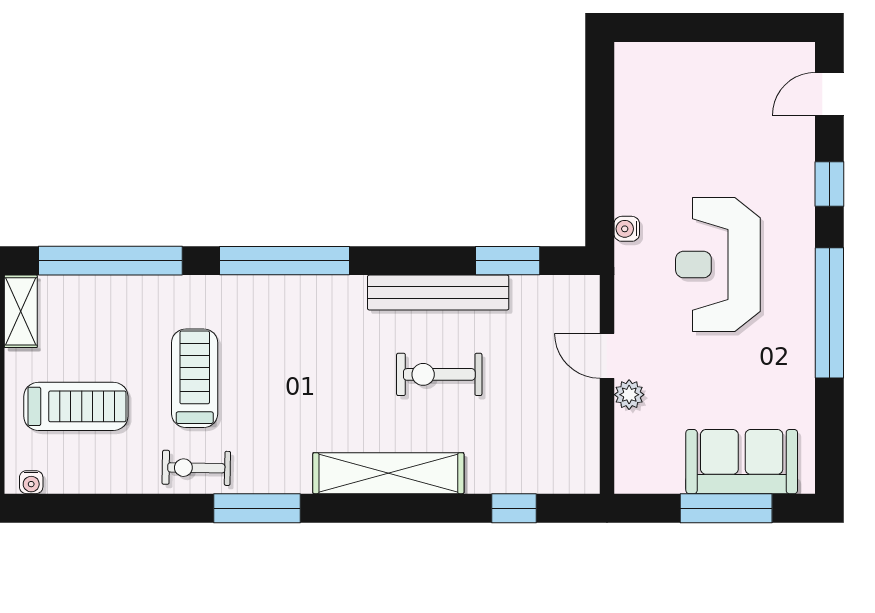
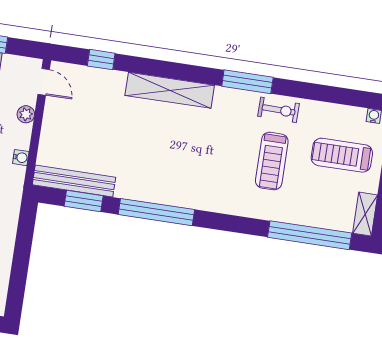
water cooler: (627, 229) -> (21, 158), moved
window: (285, 261) -> (156, 212), moved
bench: (438, 293) -> (74, 181), moved
door: (607, 356) -> (44, 82), moved
exercise bike: (439, 374) -> (132, 142), removed

